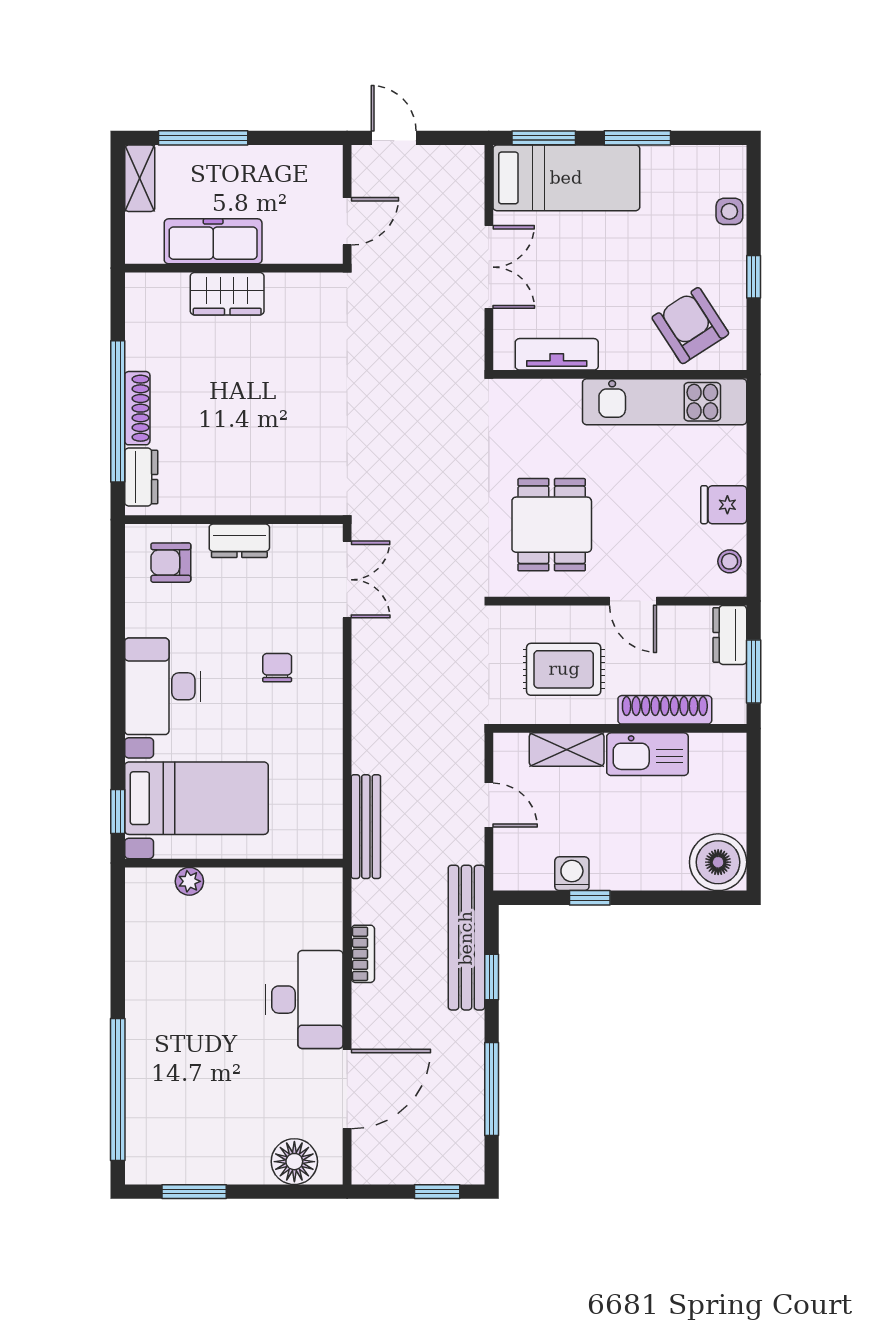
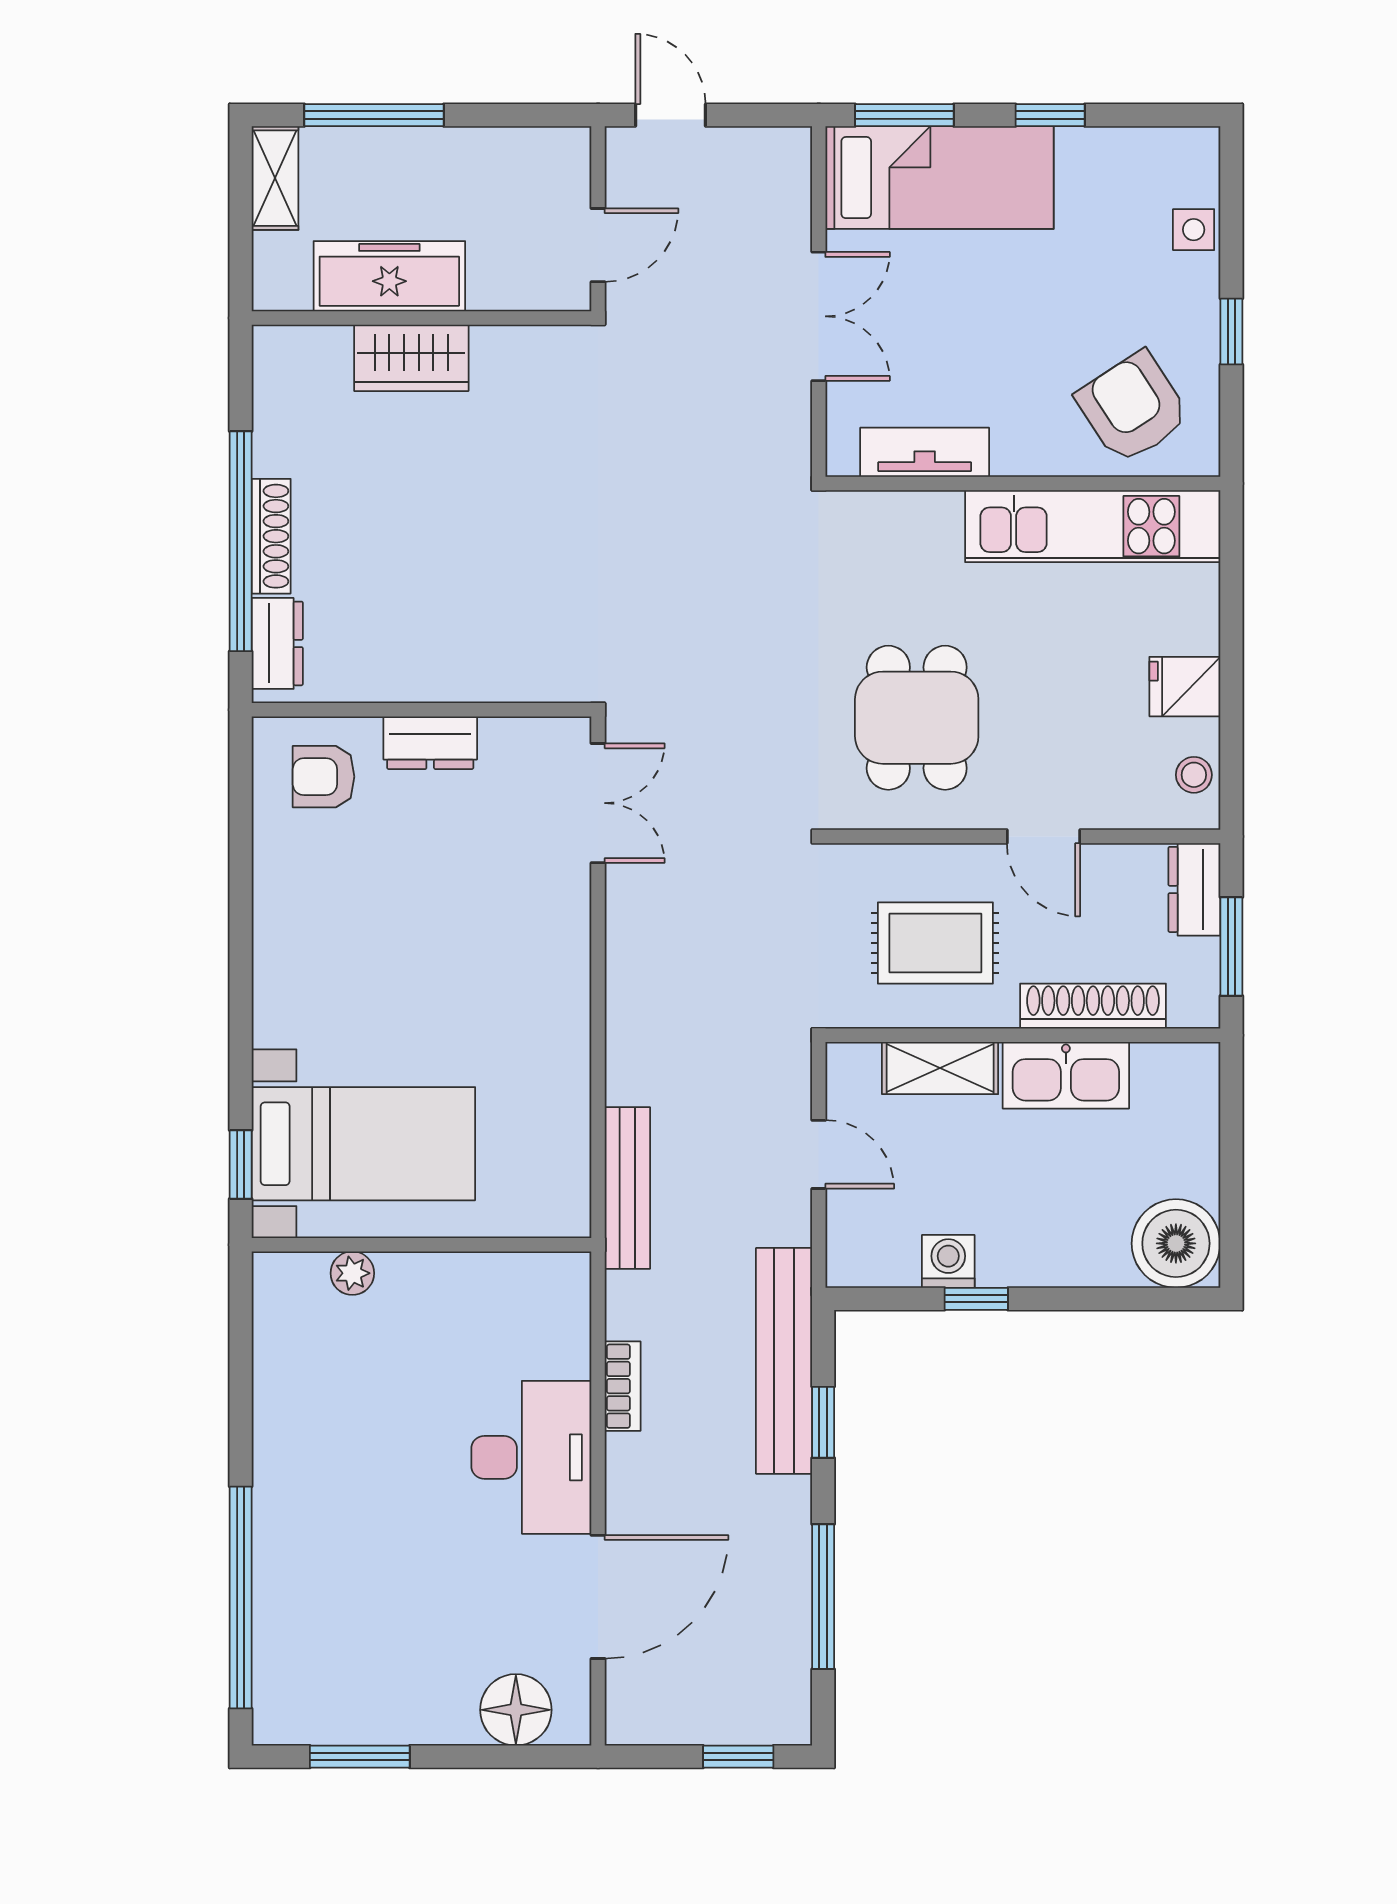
window: (637, 138) -> (1050, 115), width x0.67
chair: (277, 668) -> (489, 940), removed
desk: (163, 686) -> (311, 969), removed

